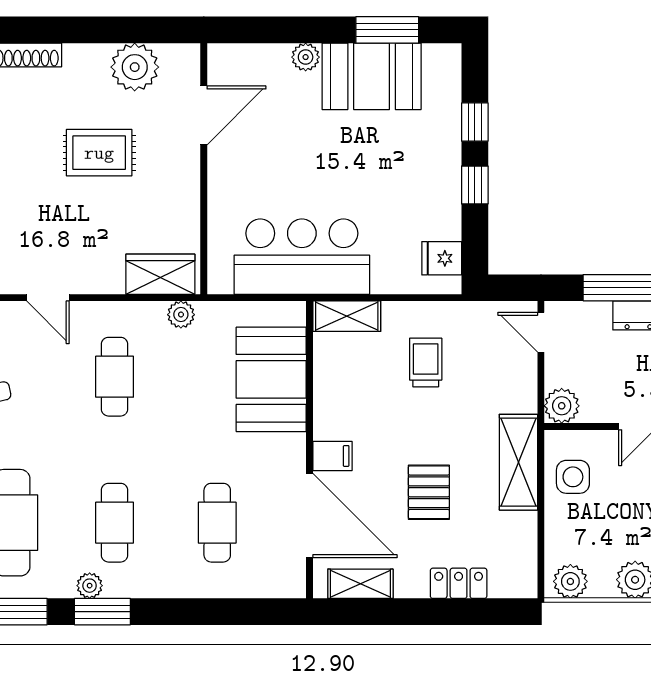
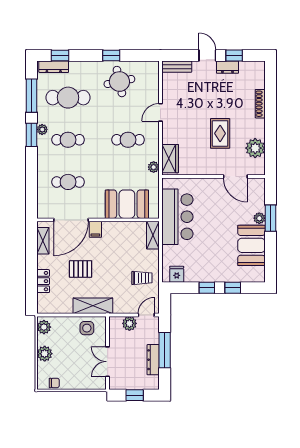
window: (387, 30) -> (271, 218), moved
trolley: (426, 362) -> (142, 278), moved
plant: (562, 406) -> (129, 323), moved

